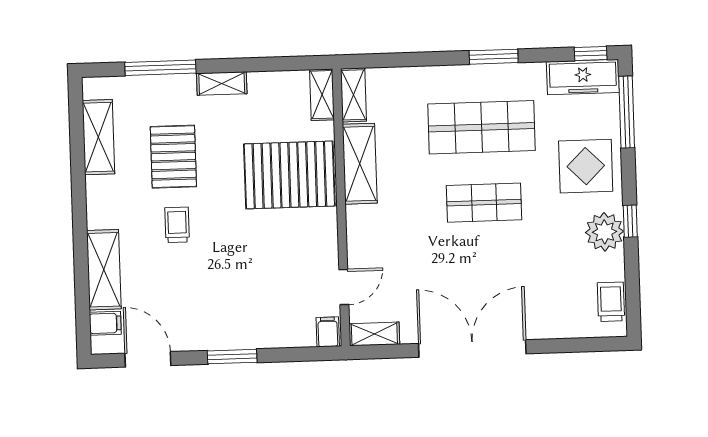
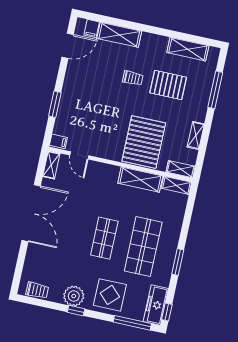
shelving: (222, 83) -> (196, 135), moved
window: (232, 357) -> (55, 104), moved

